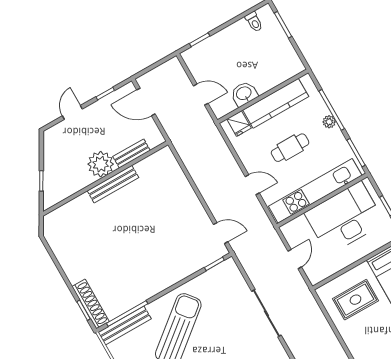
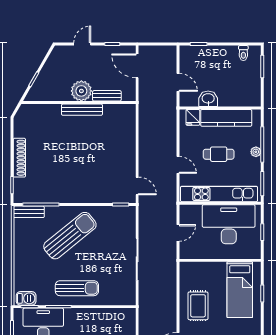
rug: (355, 300) -> (198, 306), moved, turned 90
shoe rack: (91, 304) -> (19, 158), moved
bench: (125, 326) -> (29, 212), width x0.73

